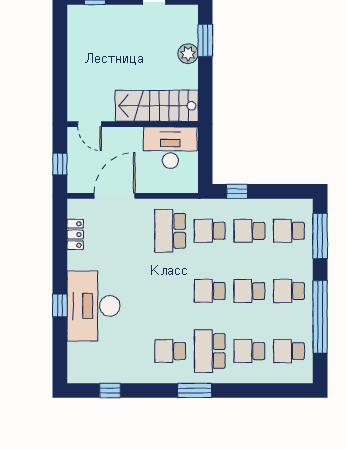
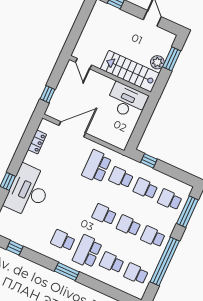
stairs: (157, 106) -> (130, 71), moved
door: (90, 124) -> (84, 64), moved
wall: (133, 124) -> (110, 76), moved
desk: (170, 148) -> (127, 101), moved

